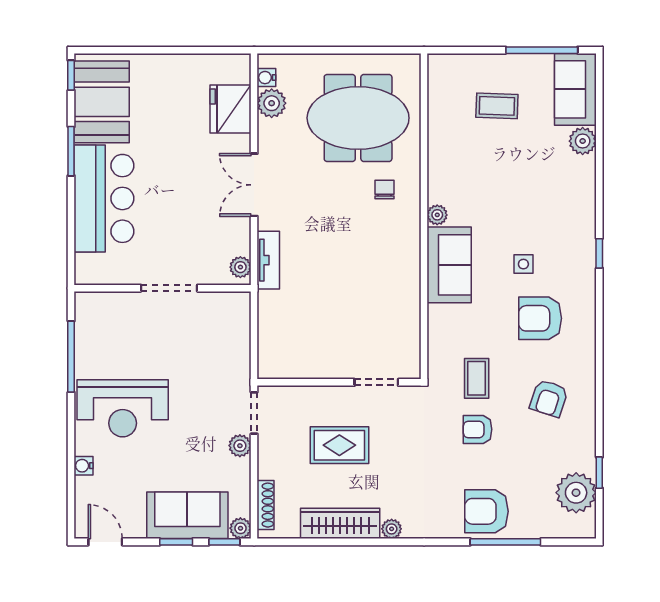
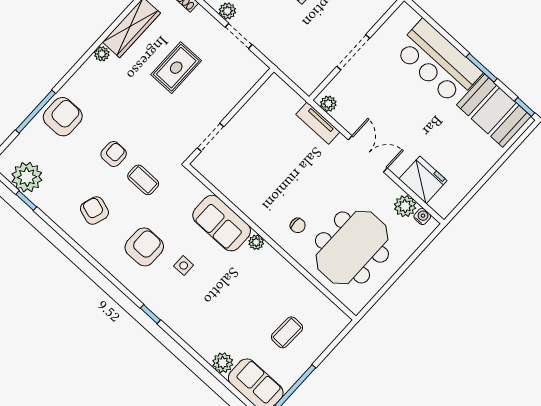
wall: (339, 382) -> (230, 116), moved
doorway: (376, 382) -> (210, 137), moved

